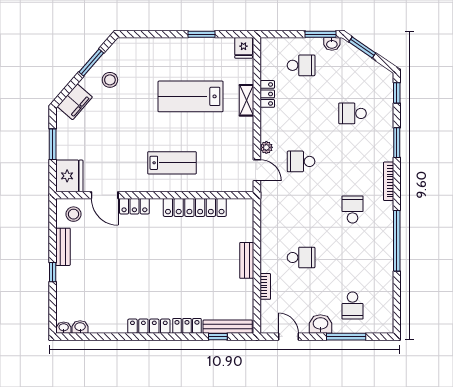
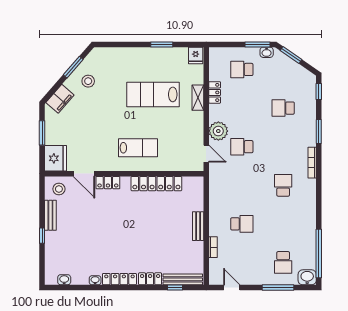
school desk: (301, 65) -> (242, 69), turned 180
plant: (266, 147) -> (218, 131), width x1.88, depth x1.88
window: (397, 241) -> (319, 254), moved
washbasin: (320, 324) -> (307, 277), moved
washbasin: (64, 328) -> (95, 280), moved

